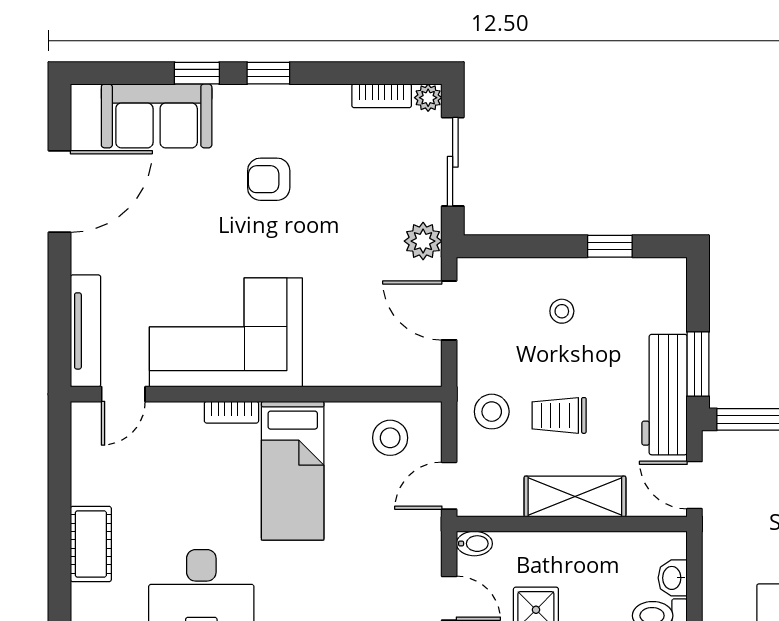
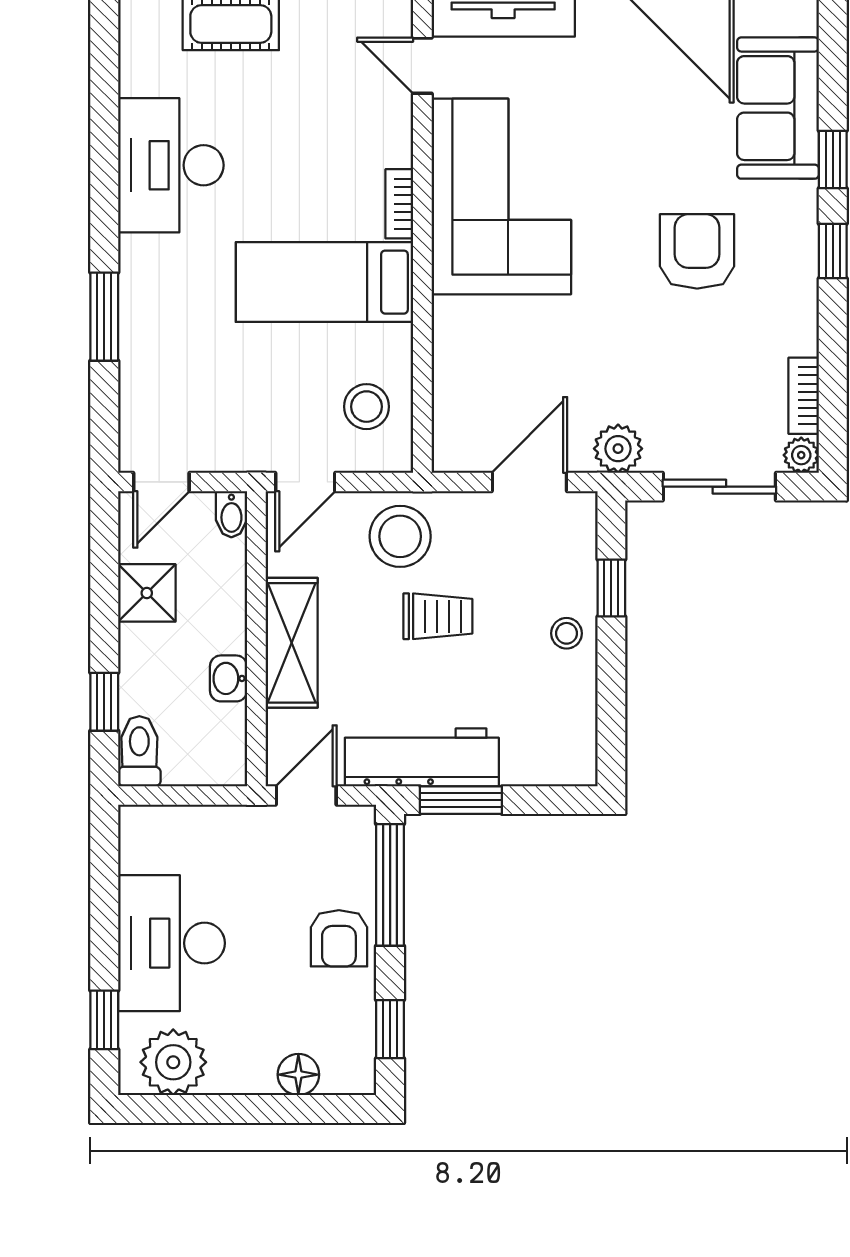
armchair: (269, 179) -> (697, 251), width x1.38, depth x1.38
window: (610, 246) -> (611, 588), moved
stool: (562, 311) -> (567, 633), moved
stool: (492, 412) -> (400, 536), width x1.38, depth x1.38
trolley: (559, 415) -> (438, 616), moved, turned 90
door: (449, 486) -> (305, 482), swing flipped
washbasin: (673, 578) -> (228, 678), moved, turned -90

